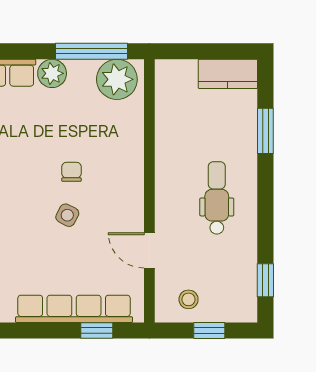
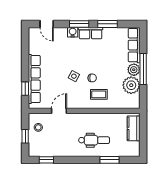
window: (91, 51) -> (143, 69), moved
kitchen counter: (228, 74) -> (134, 128), moved
plant: (117, 79) -> (131, 85), moved
coffee table: (110, 156) -> (99, 94), added
dental chair: (217, 198) -> (94, 140), moved

